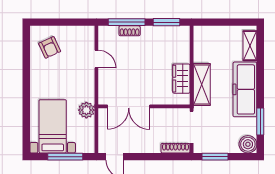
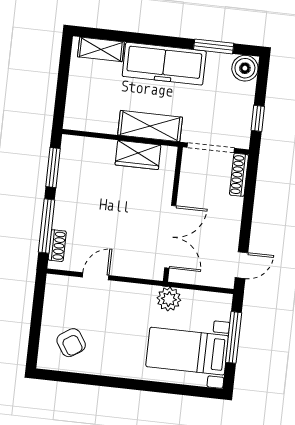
shoe rack: (130, 31) -> (57, 246), moved
armchair: (50, 47) -> (71, 343), turned 82
window: (215, 157) -> (258, 118), width x0.67

